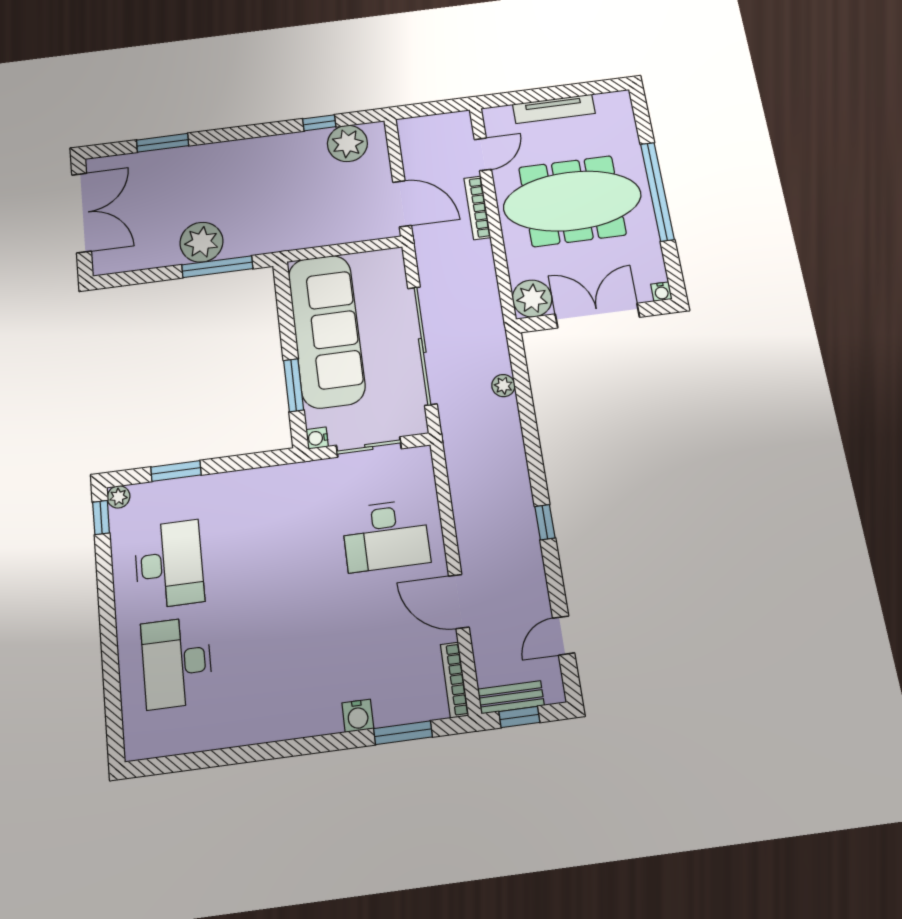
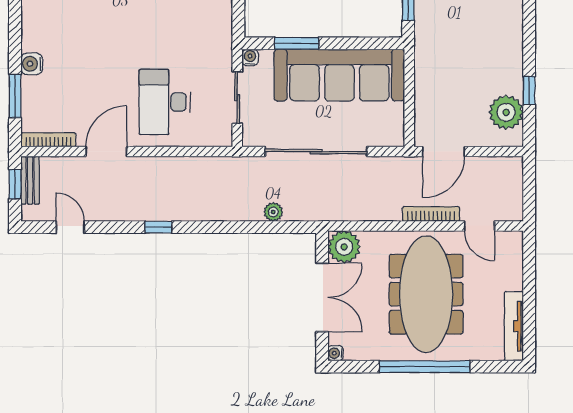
tv unit: (554, 109) -> (514, 326), moved

